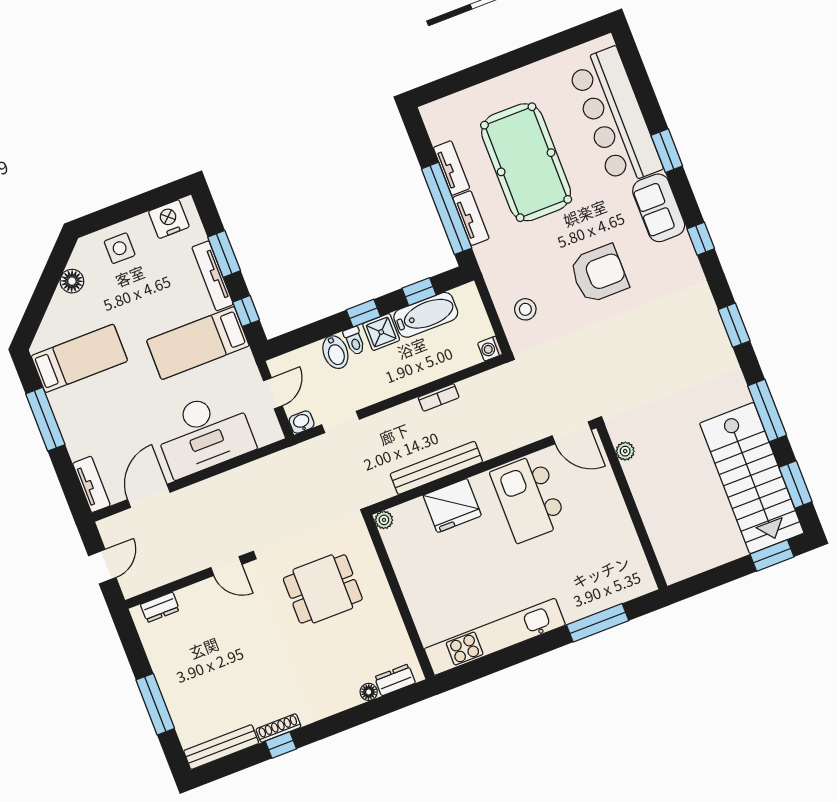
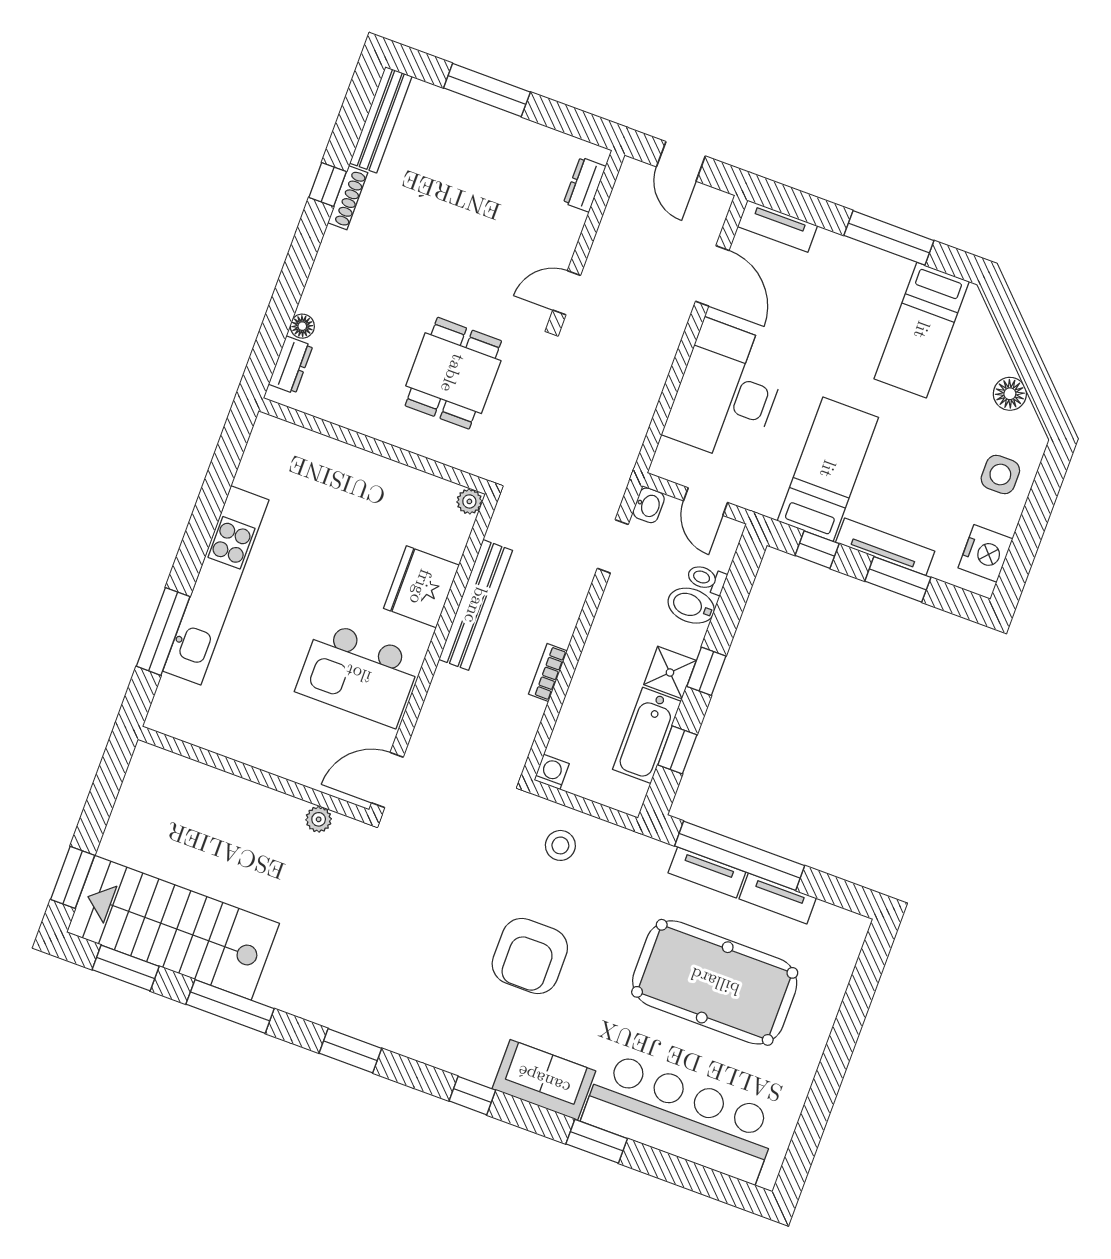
toilet: (354, 341) -> (706, 579), moved
kitchen island: (529, 498) -> (358, 674), turned 180
kitchen unit: (495, 637) -> (216, 585), moved

